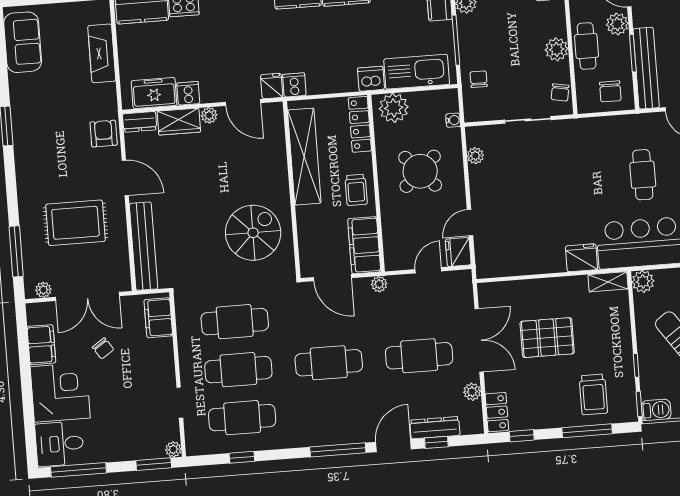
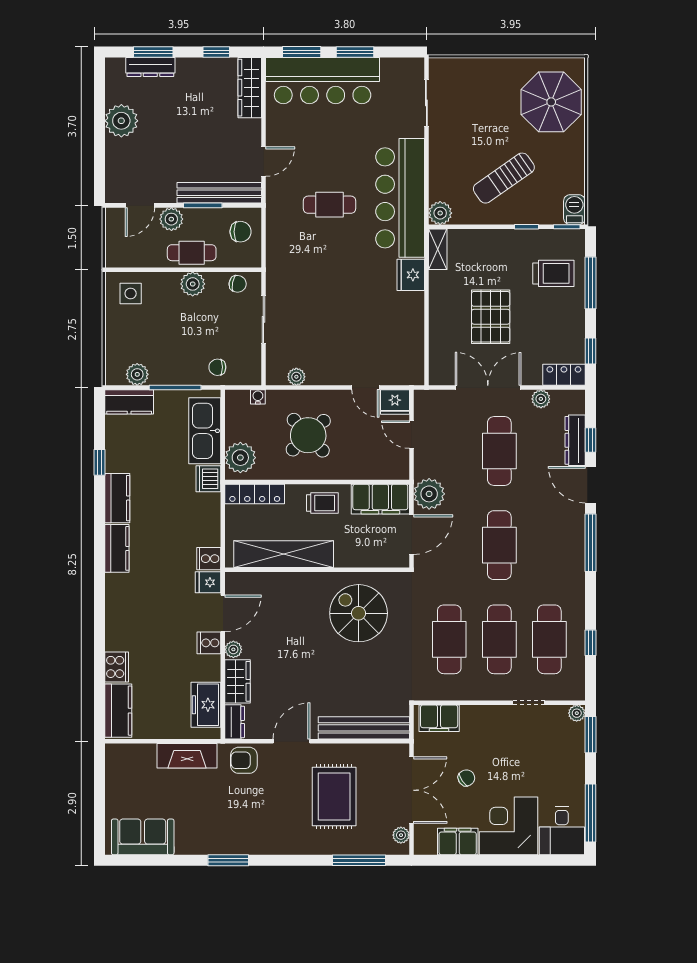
fireplace: (102, 53) -> (187, 756), moved
cooker: (188, 93) -> (209, 643), moved
plant: (379, 284) -> (429, 494), width x1.88, depth x1.88

